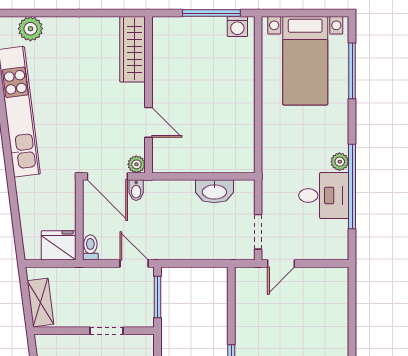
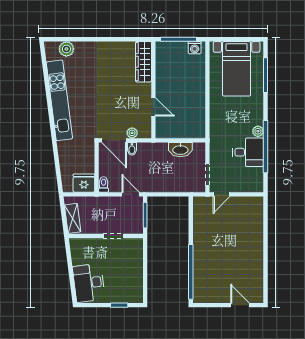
wardrobe: (132, 49) -> (143, 62), moved
wall: (149, 95) -> (153, 90), moved
door: (149, 122) -> (153, 107), moved

